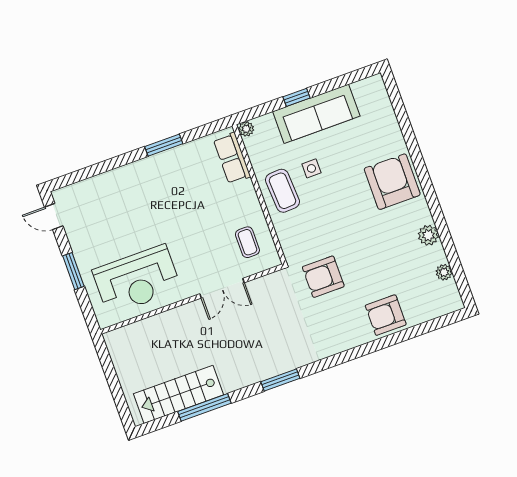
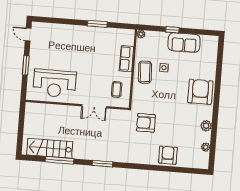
sofa: (316, 114) -> (184, 43), width x0.73
row of seats: (232, 158) -> (127, 59), moved
armchair: (386, 315) -> (168, 155), turned 90

